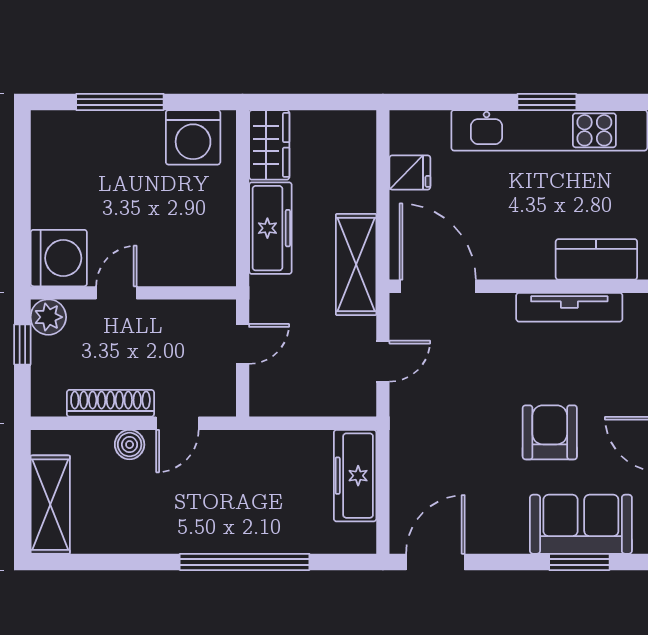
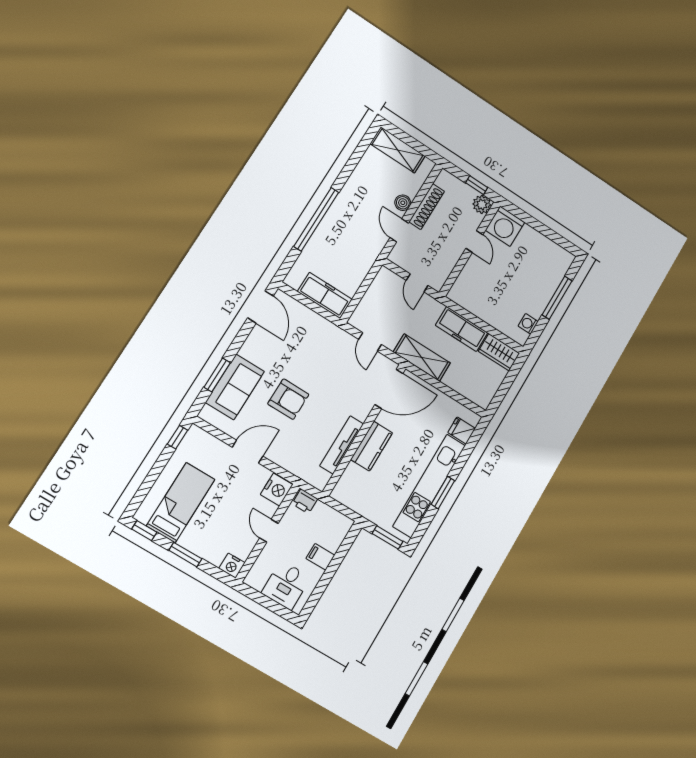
washing machine: (193, 137) -> (528, 324), width x0.53, depth x0.53
fridge: (410, 172) -> (462, 431), moved, turned 90
kitchen counter: (596, 259) -> (372, 446), moved

